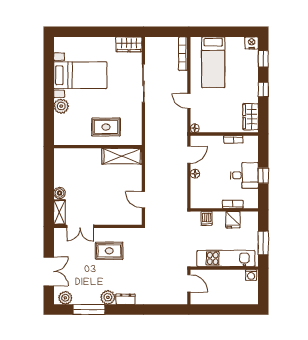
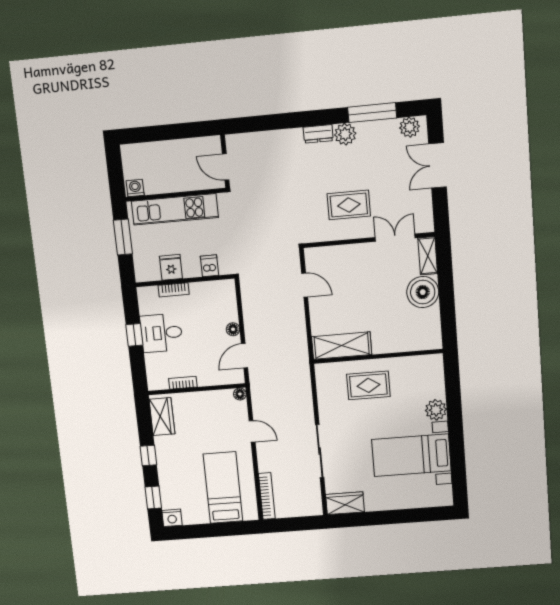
boiler: (60, 193) -> (423, 292), width x1.86, depth x1.86

